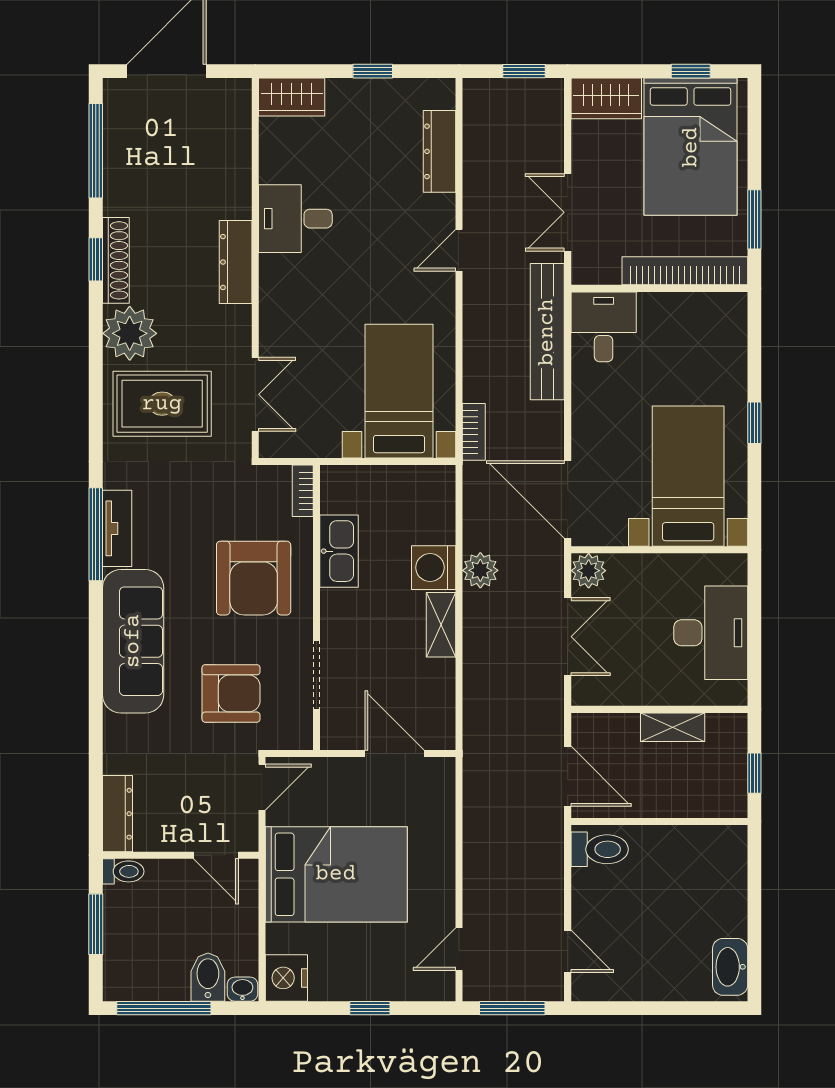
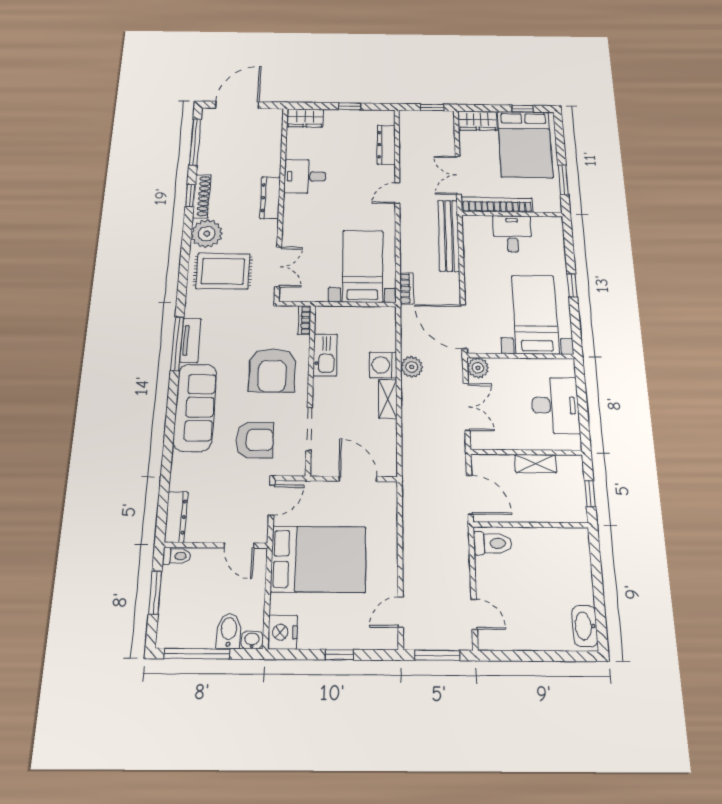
bookcase: (685, 271) -> (497, 205), moved
desk: (604, 327) -> (512, 234), moved

